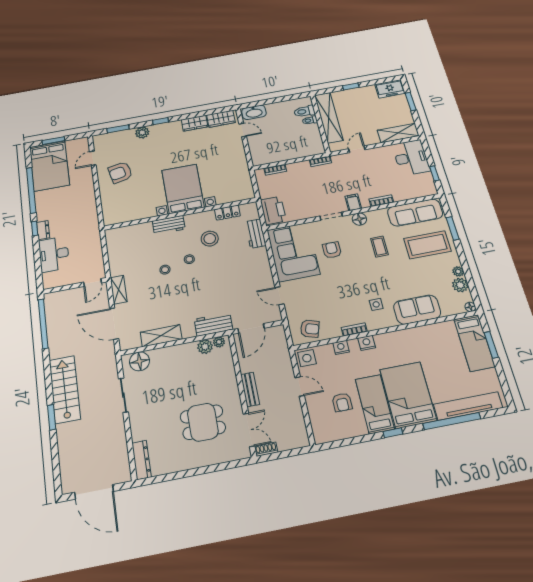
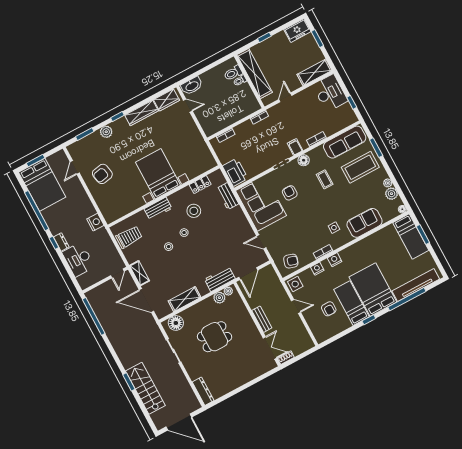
wardrobe: (195, 123) -> (142, 113), width x1.50
nightstand: (91, 220) -> (95, 222), added
trolley: (123, 246) -> (129, 237), added
stairs: (65, 389) -> (145, 388), moved
dining table: (203, 422) -> (215, 337), moved

